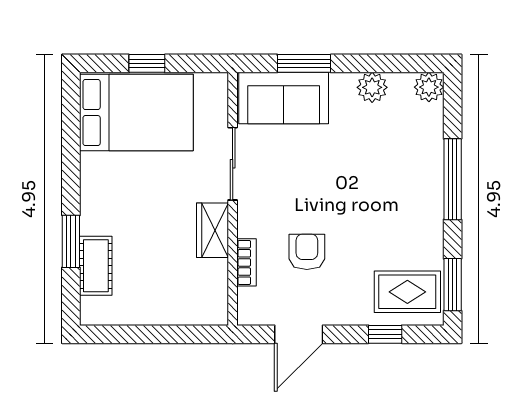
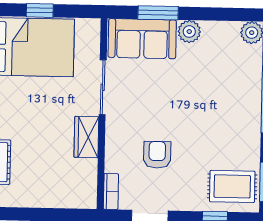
plant: (372, 87) -> (189, 32), moved
bookcase: (247, 262) -> (111, 192), moved

